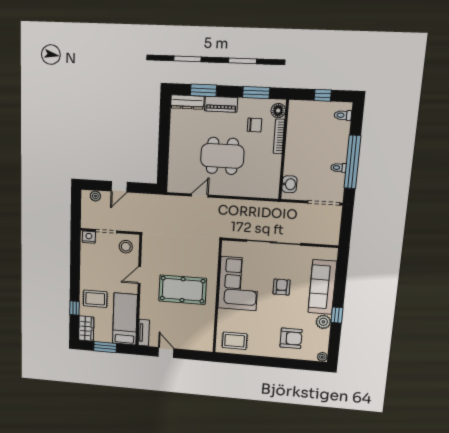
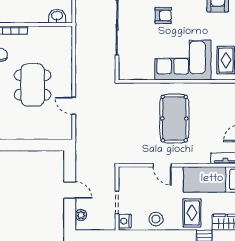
stool: (126, 247) -> (156, 219), moved
corner sofa: (239, 284) -> (183, 60), moved
armchair: (282, 287) -> (163, 16), turned 180

